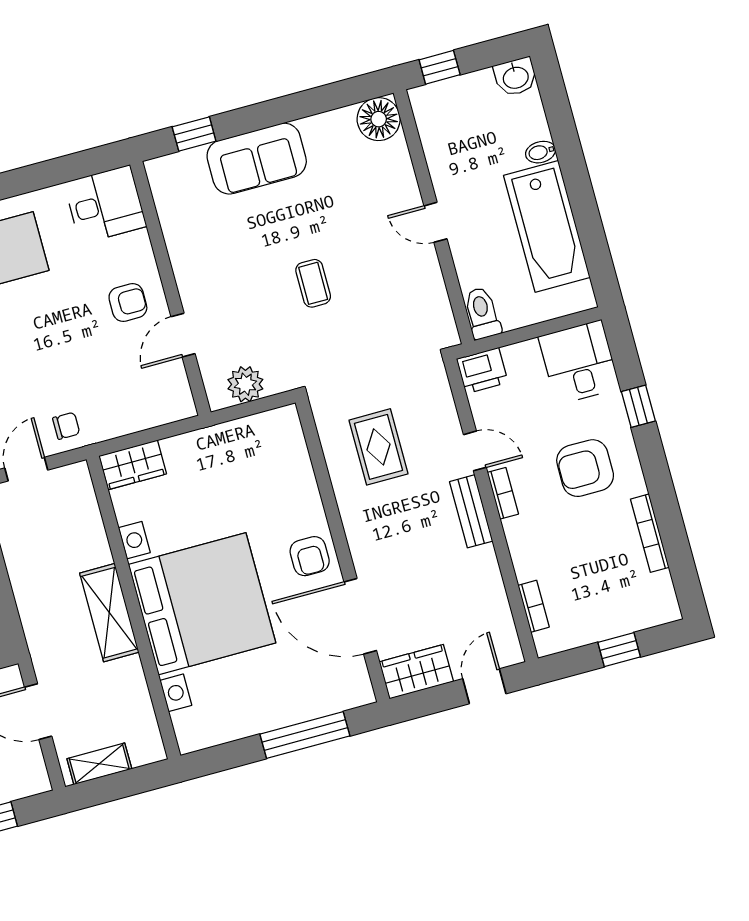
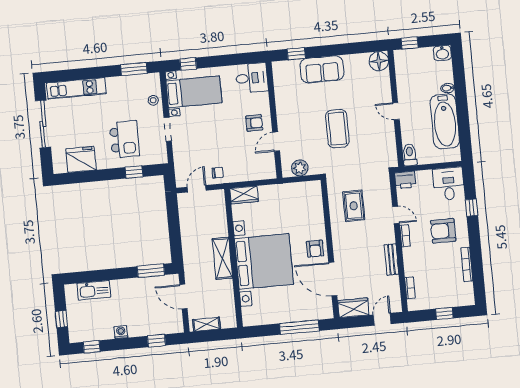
coffee table: (313, 283) -> (337, 129), width x1.86, depth x1.72
bench: (471, 511) -> (391, 260), moved

